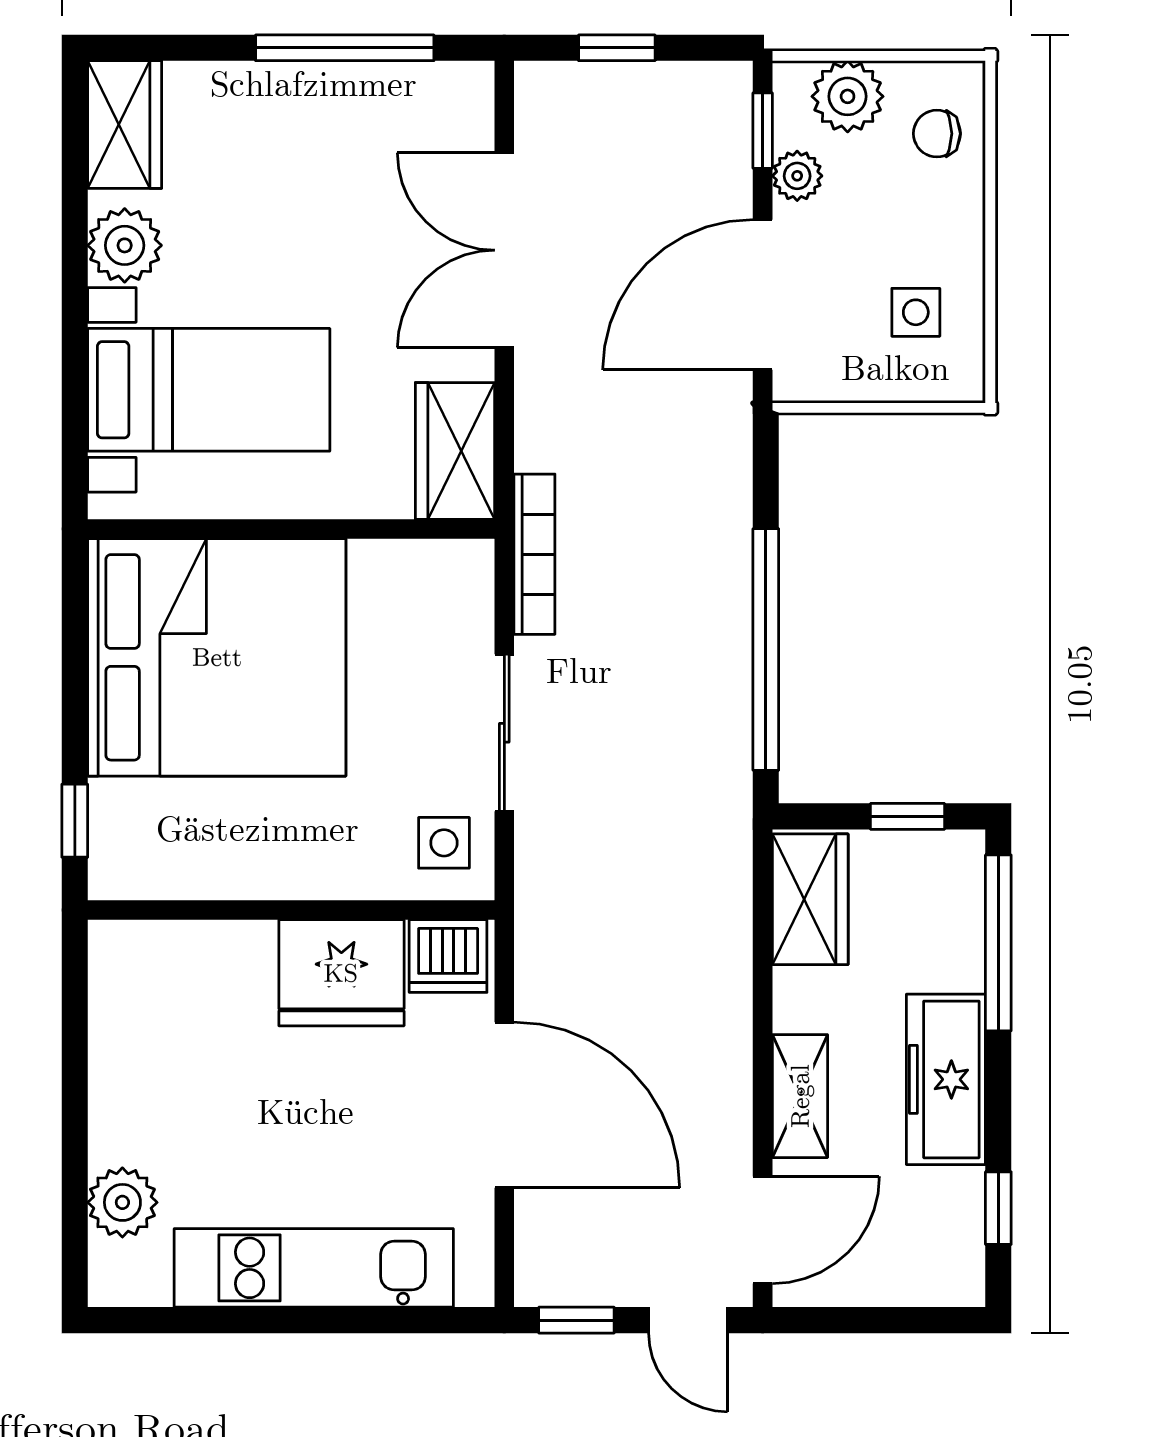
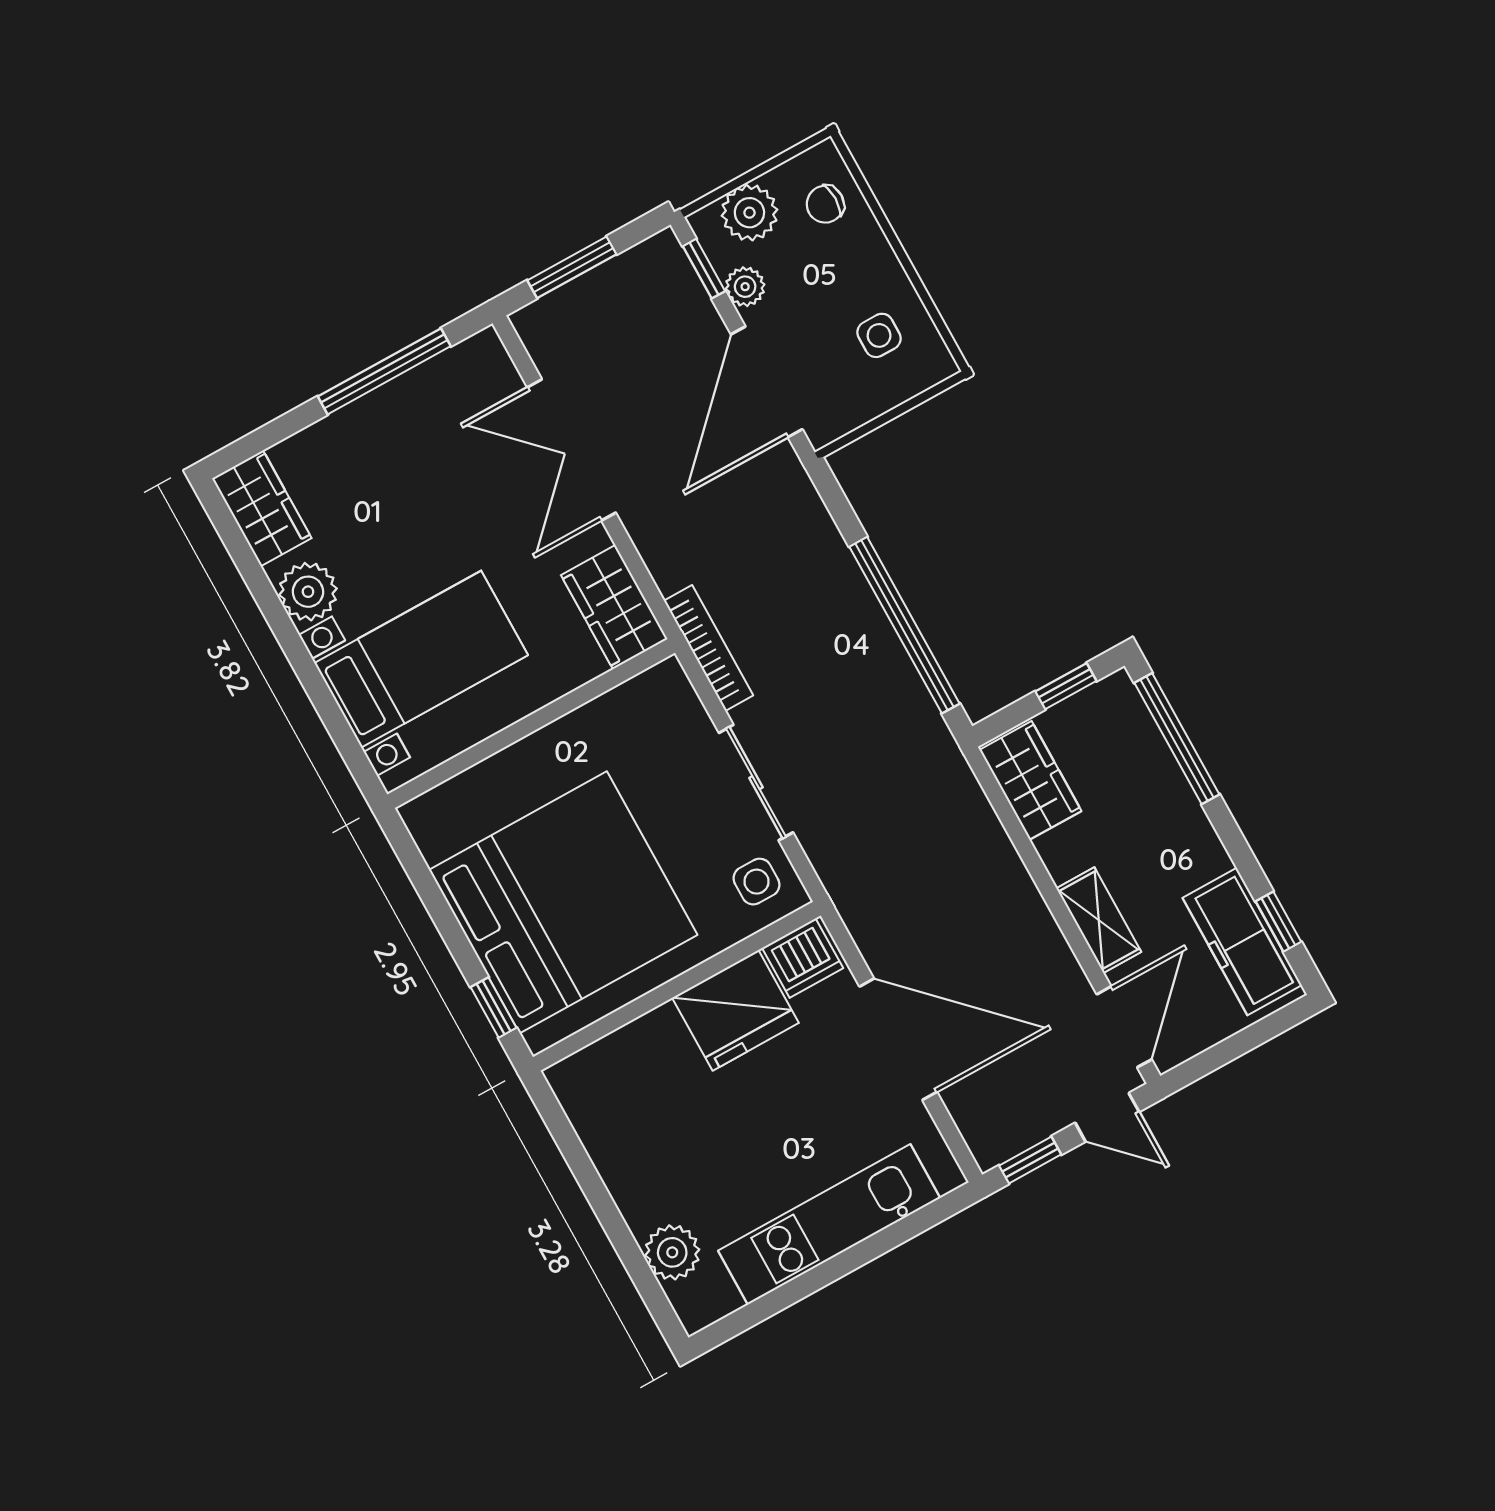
window: (617, 48) -> (572, 267), width x1.50
bed: (217, 657) -> (563, 902), moved
freezer: (946, 1079) -> (1242, 942), moved

